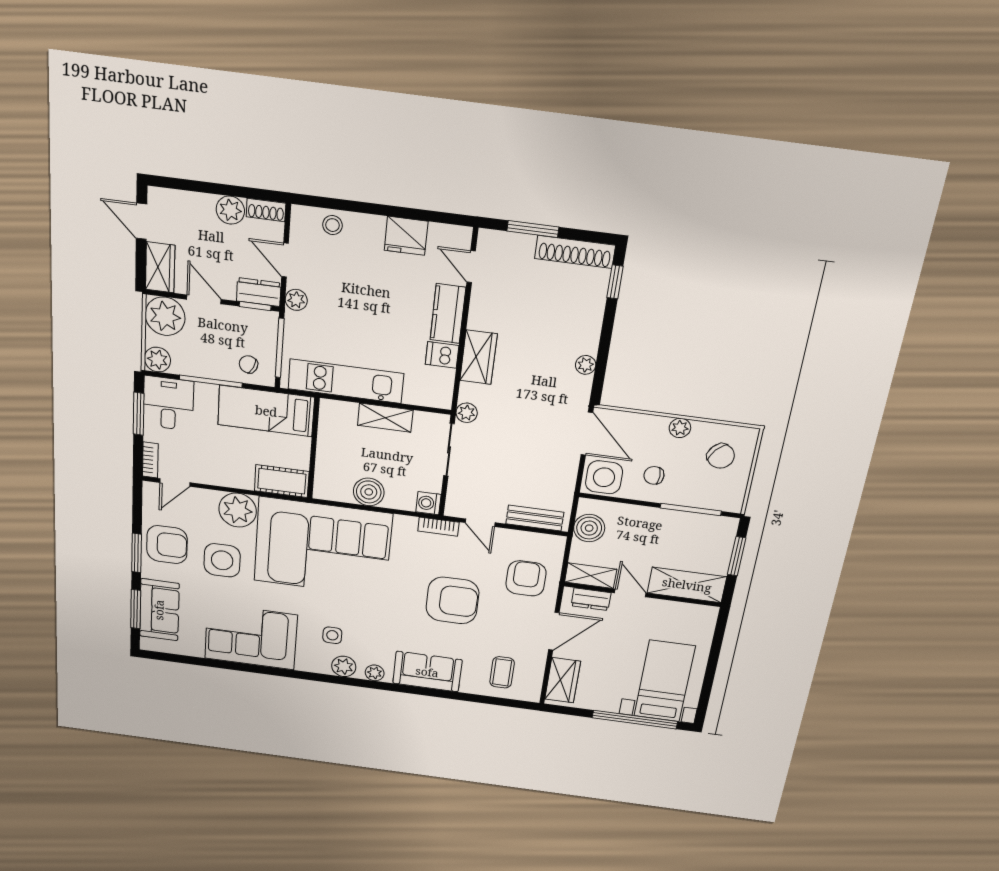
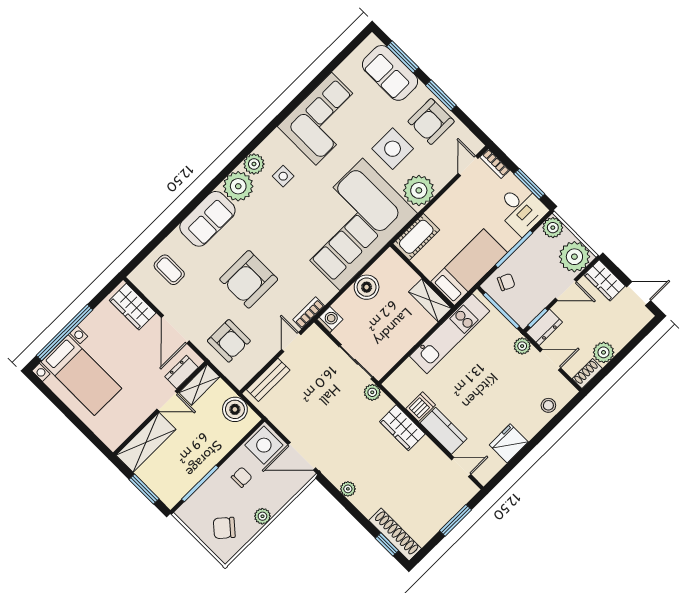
shoe rack: (575, 252) -> (395, 534), moved, turned 90
shelving: (385, 418) -> (430, 300), moved, turned 90
door: (480, 523) -> (291, 342), hinge flipped
plant: (375, 673) -> (238, 186), width x1.87, depth x1.87

